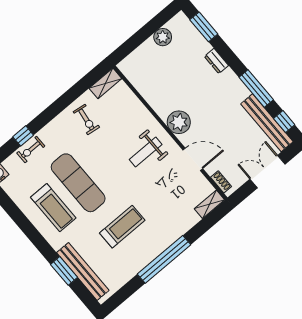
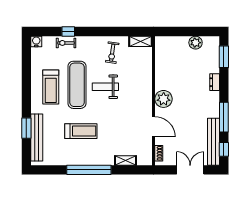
weight bench: (146, 152) -> (105, 87), moved
shelving: (209, 204) -> (125, 160), moved

